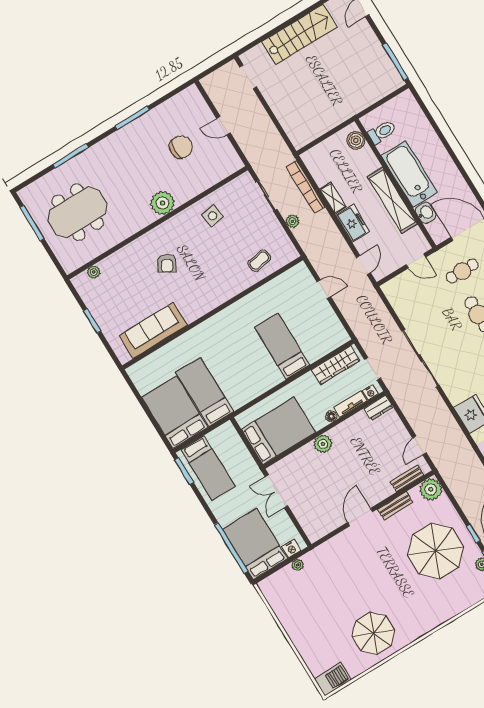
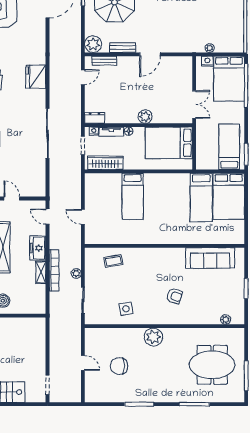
bookcase: (306, 187) -> (54, 270), moved
armchair: (167, 263) -> (174, 296), turned 77
door: (363, 265) -> (47, 217), hinge flipped

